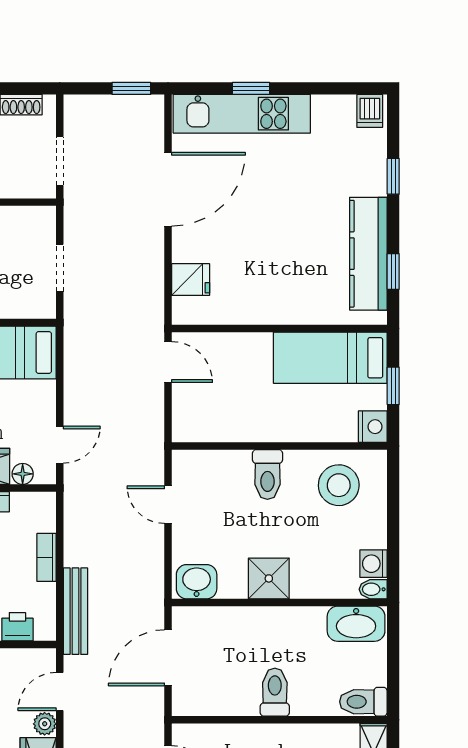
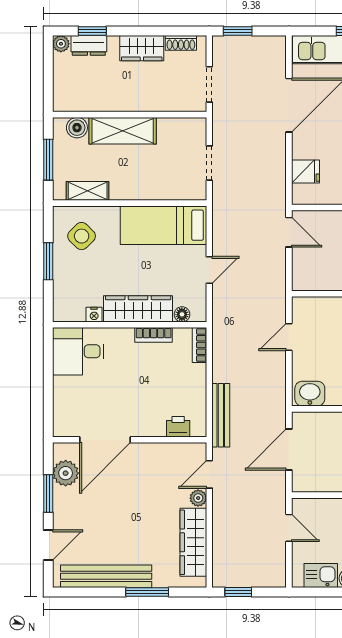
window: (131, 88) -> (238, 31), moved
door: (60, 445) -> (209, 270), moved
door: (168, 505) -> (289, 337), hinge flipped
bookcase: (46, 557) -> (200, 345), moved

